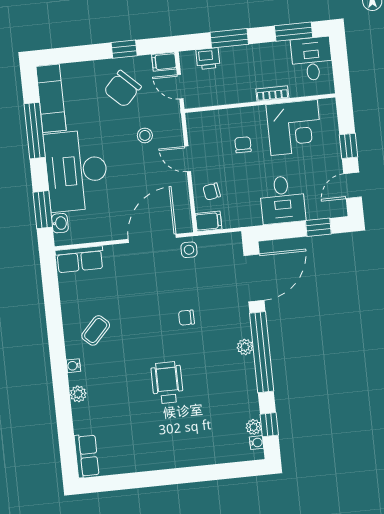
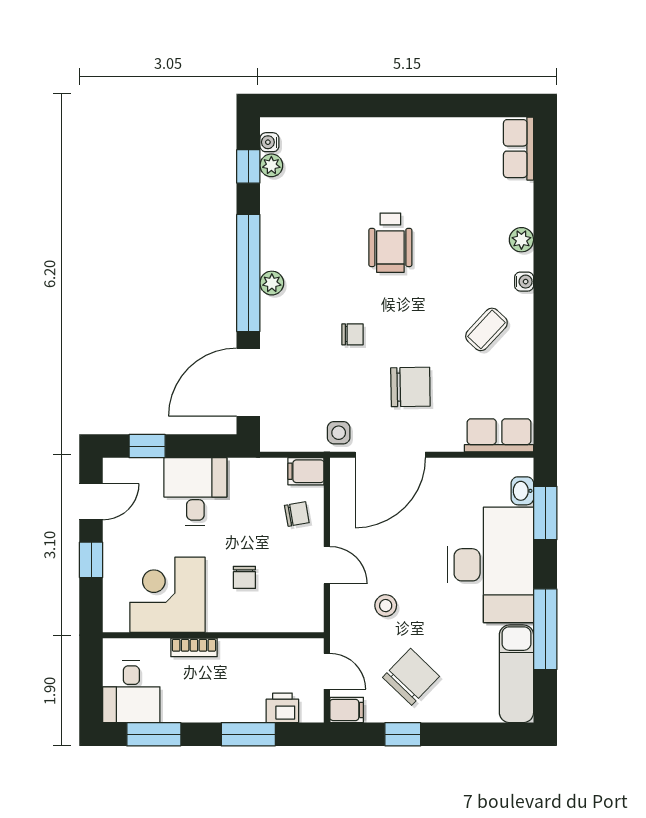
chair: (143, 286) -> (410, 387), added

